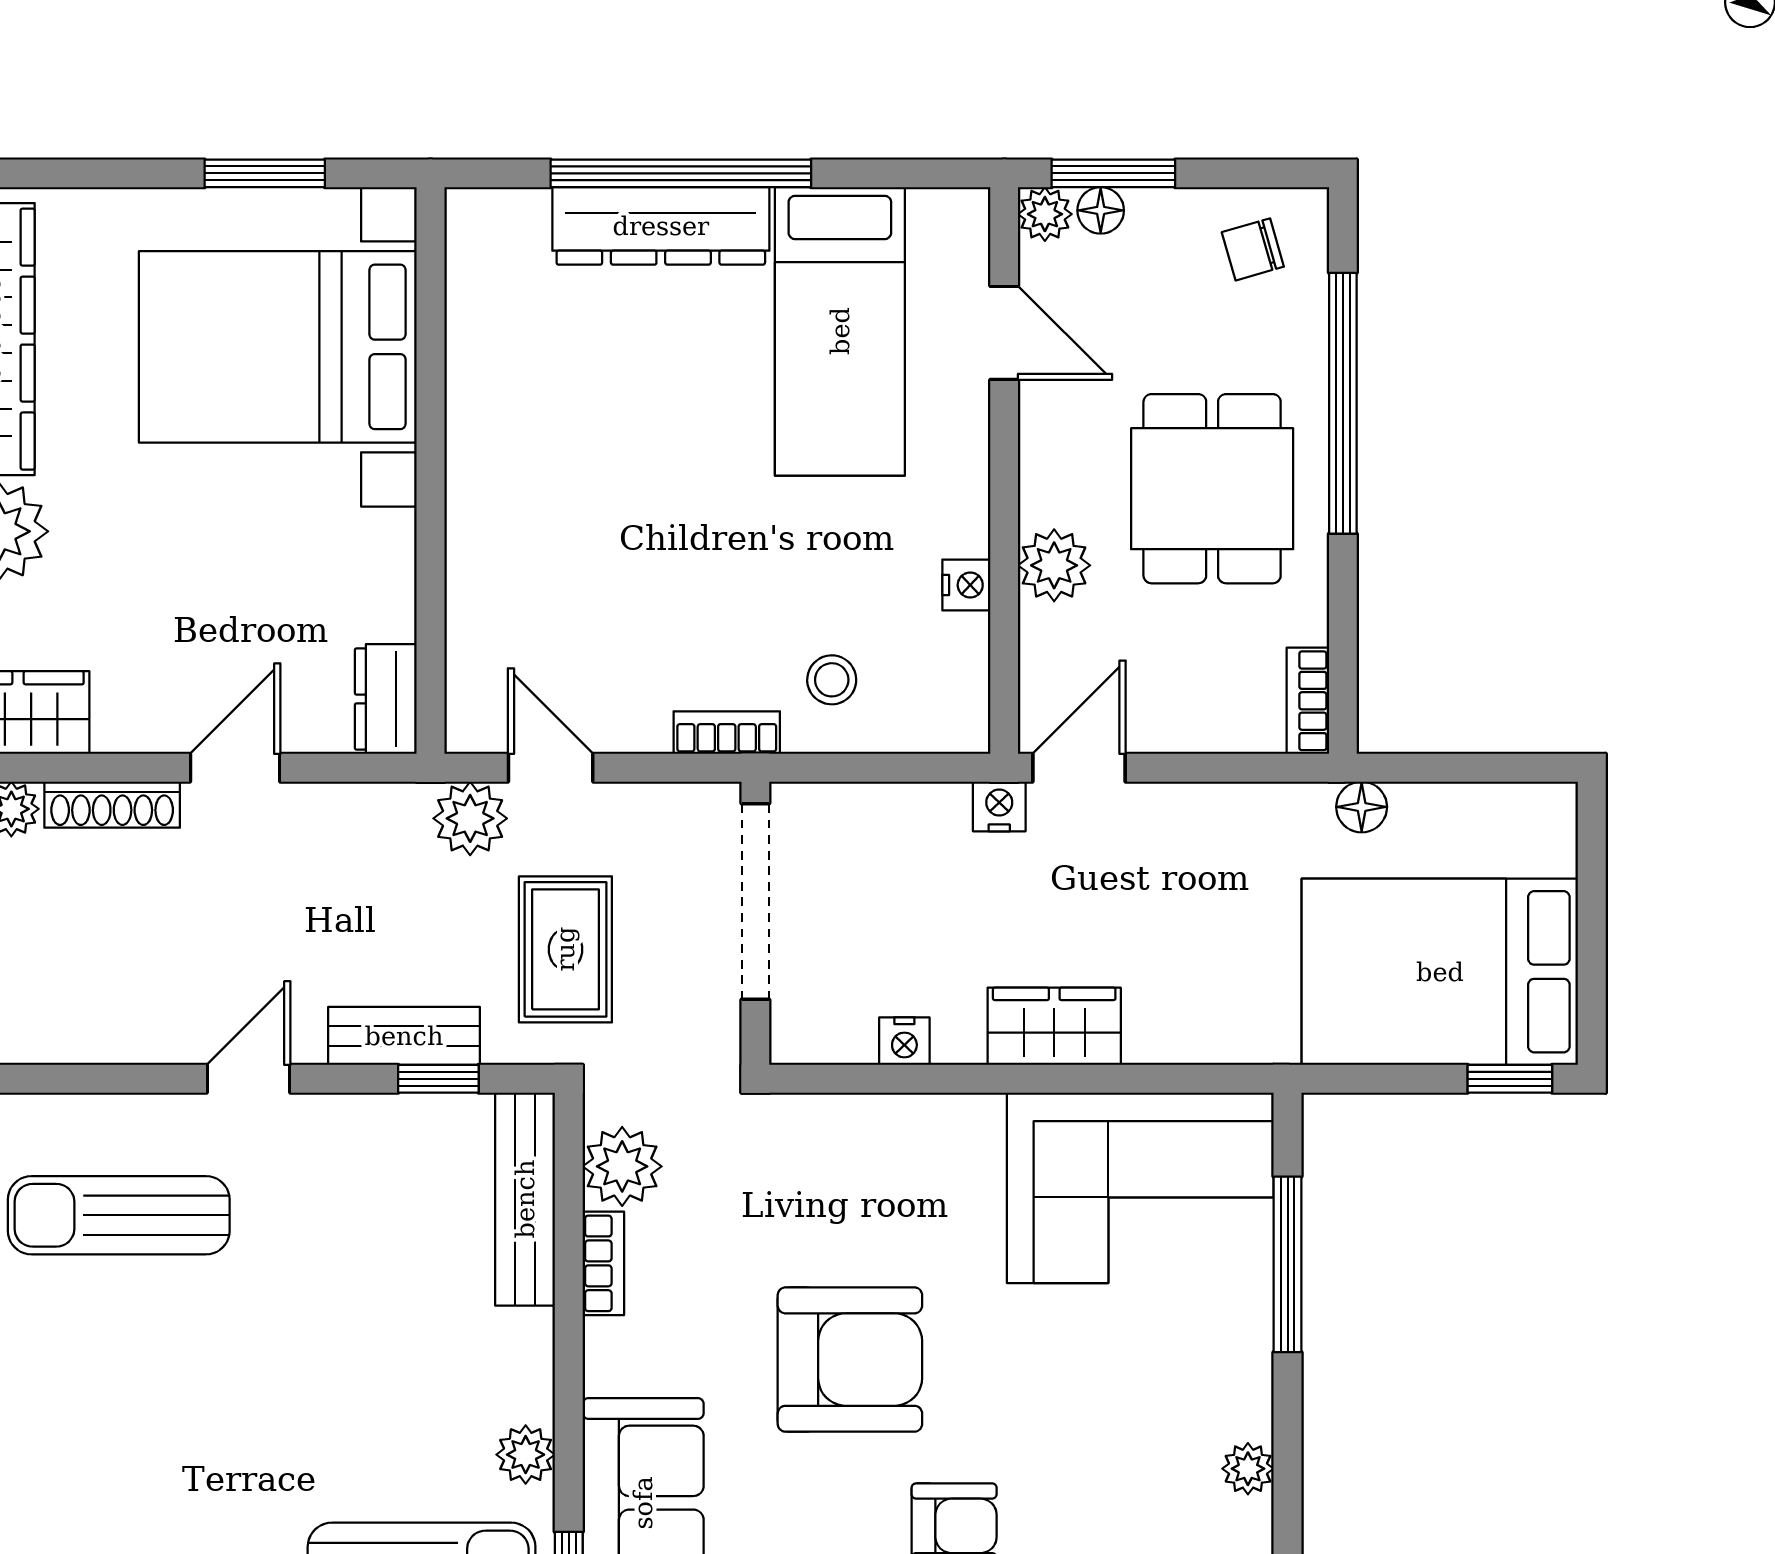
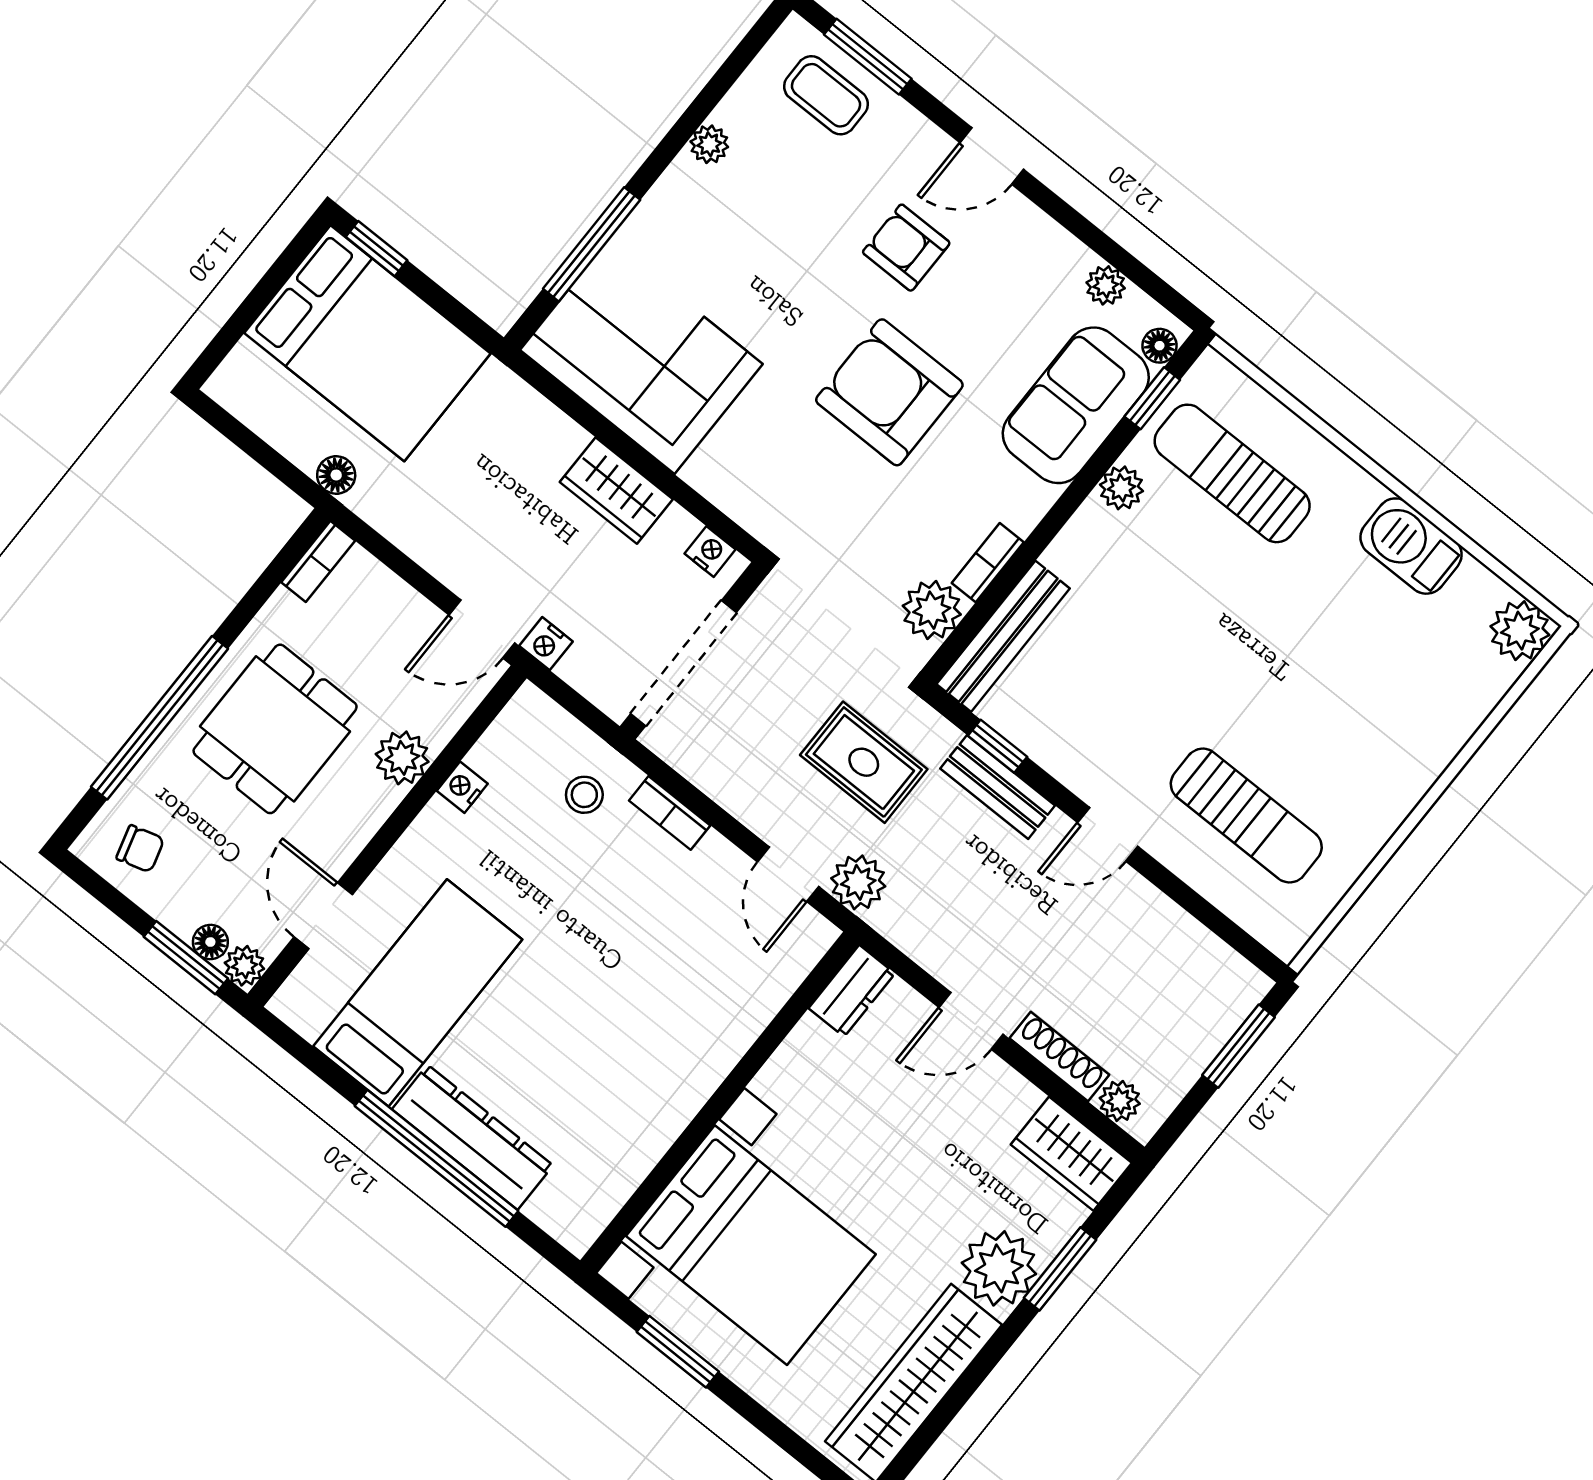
doorway: (755, 902) -> (683, 663), moved
wall: (755, 923) -> (694, 651), moved
rug: (565, 949) -> (864, 762), turned 90

